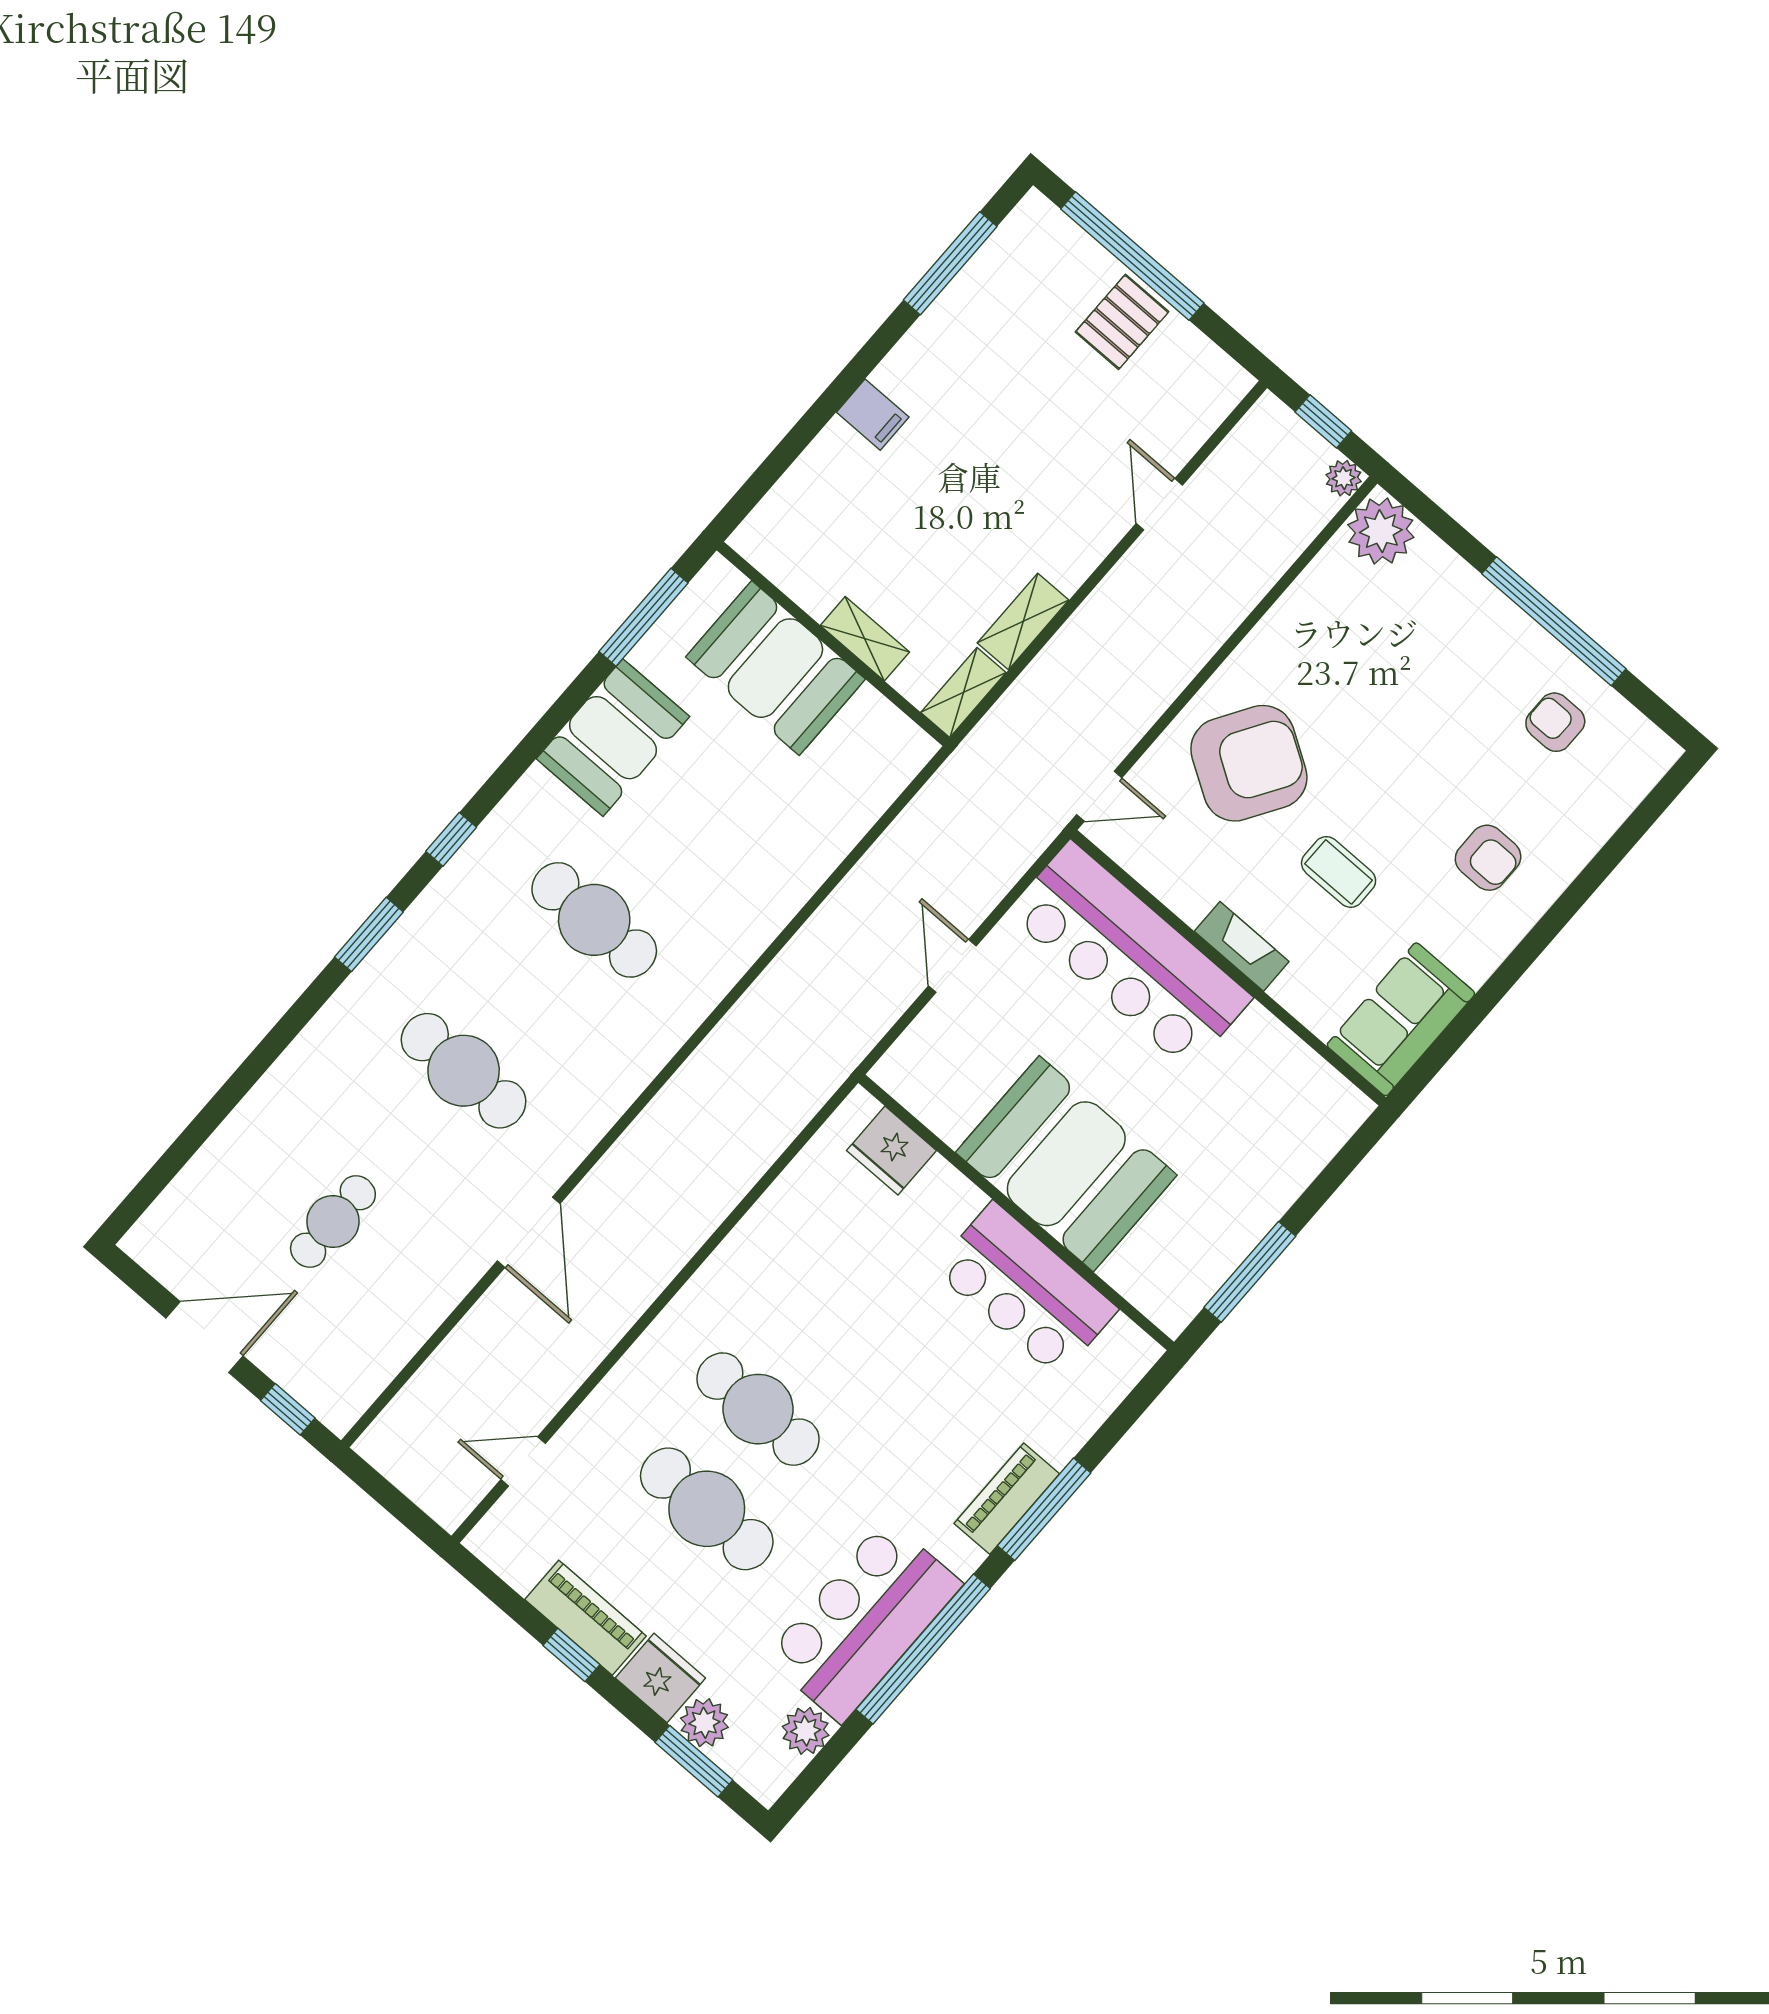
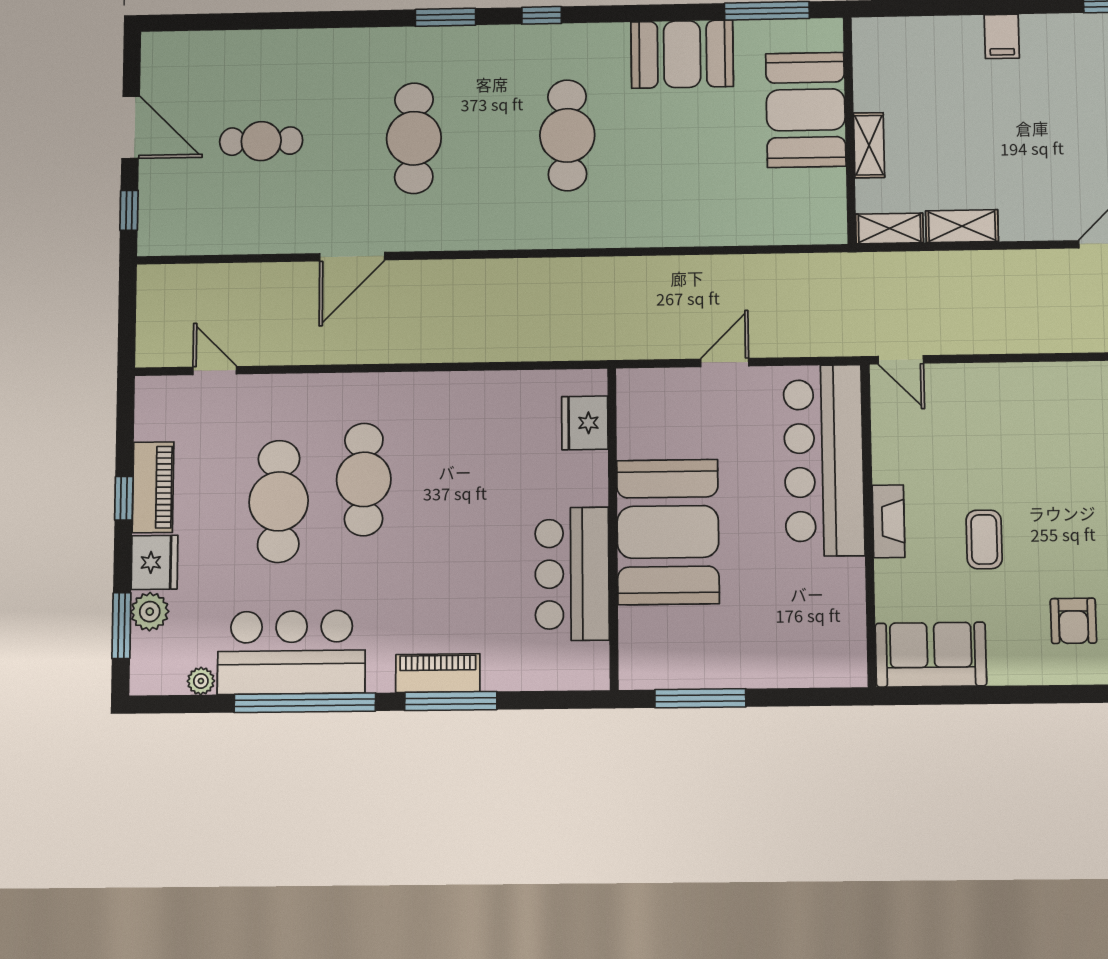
armchair: (1249, 763) -> (1000, 430), removed
plant: (806, 1731) -> (201, 681), width x0.73, depth x0.73

